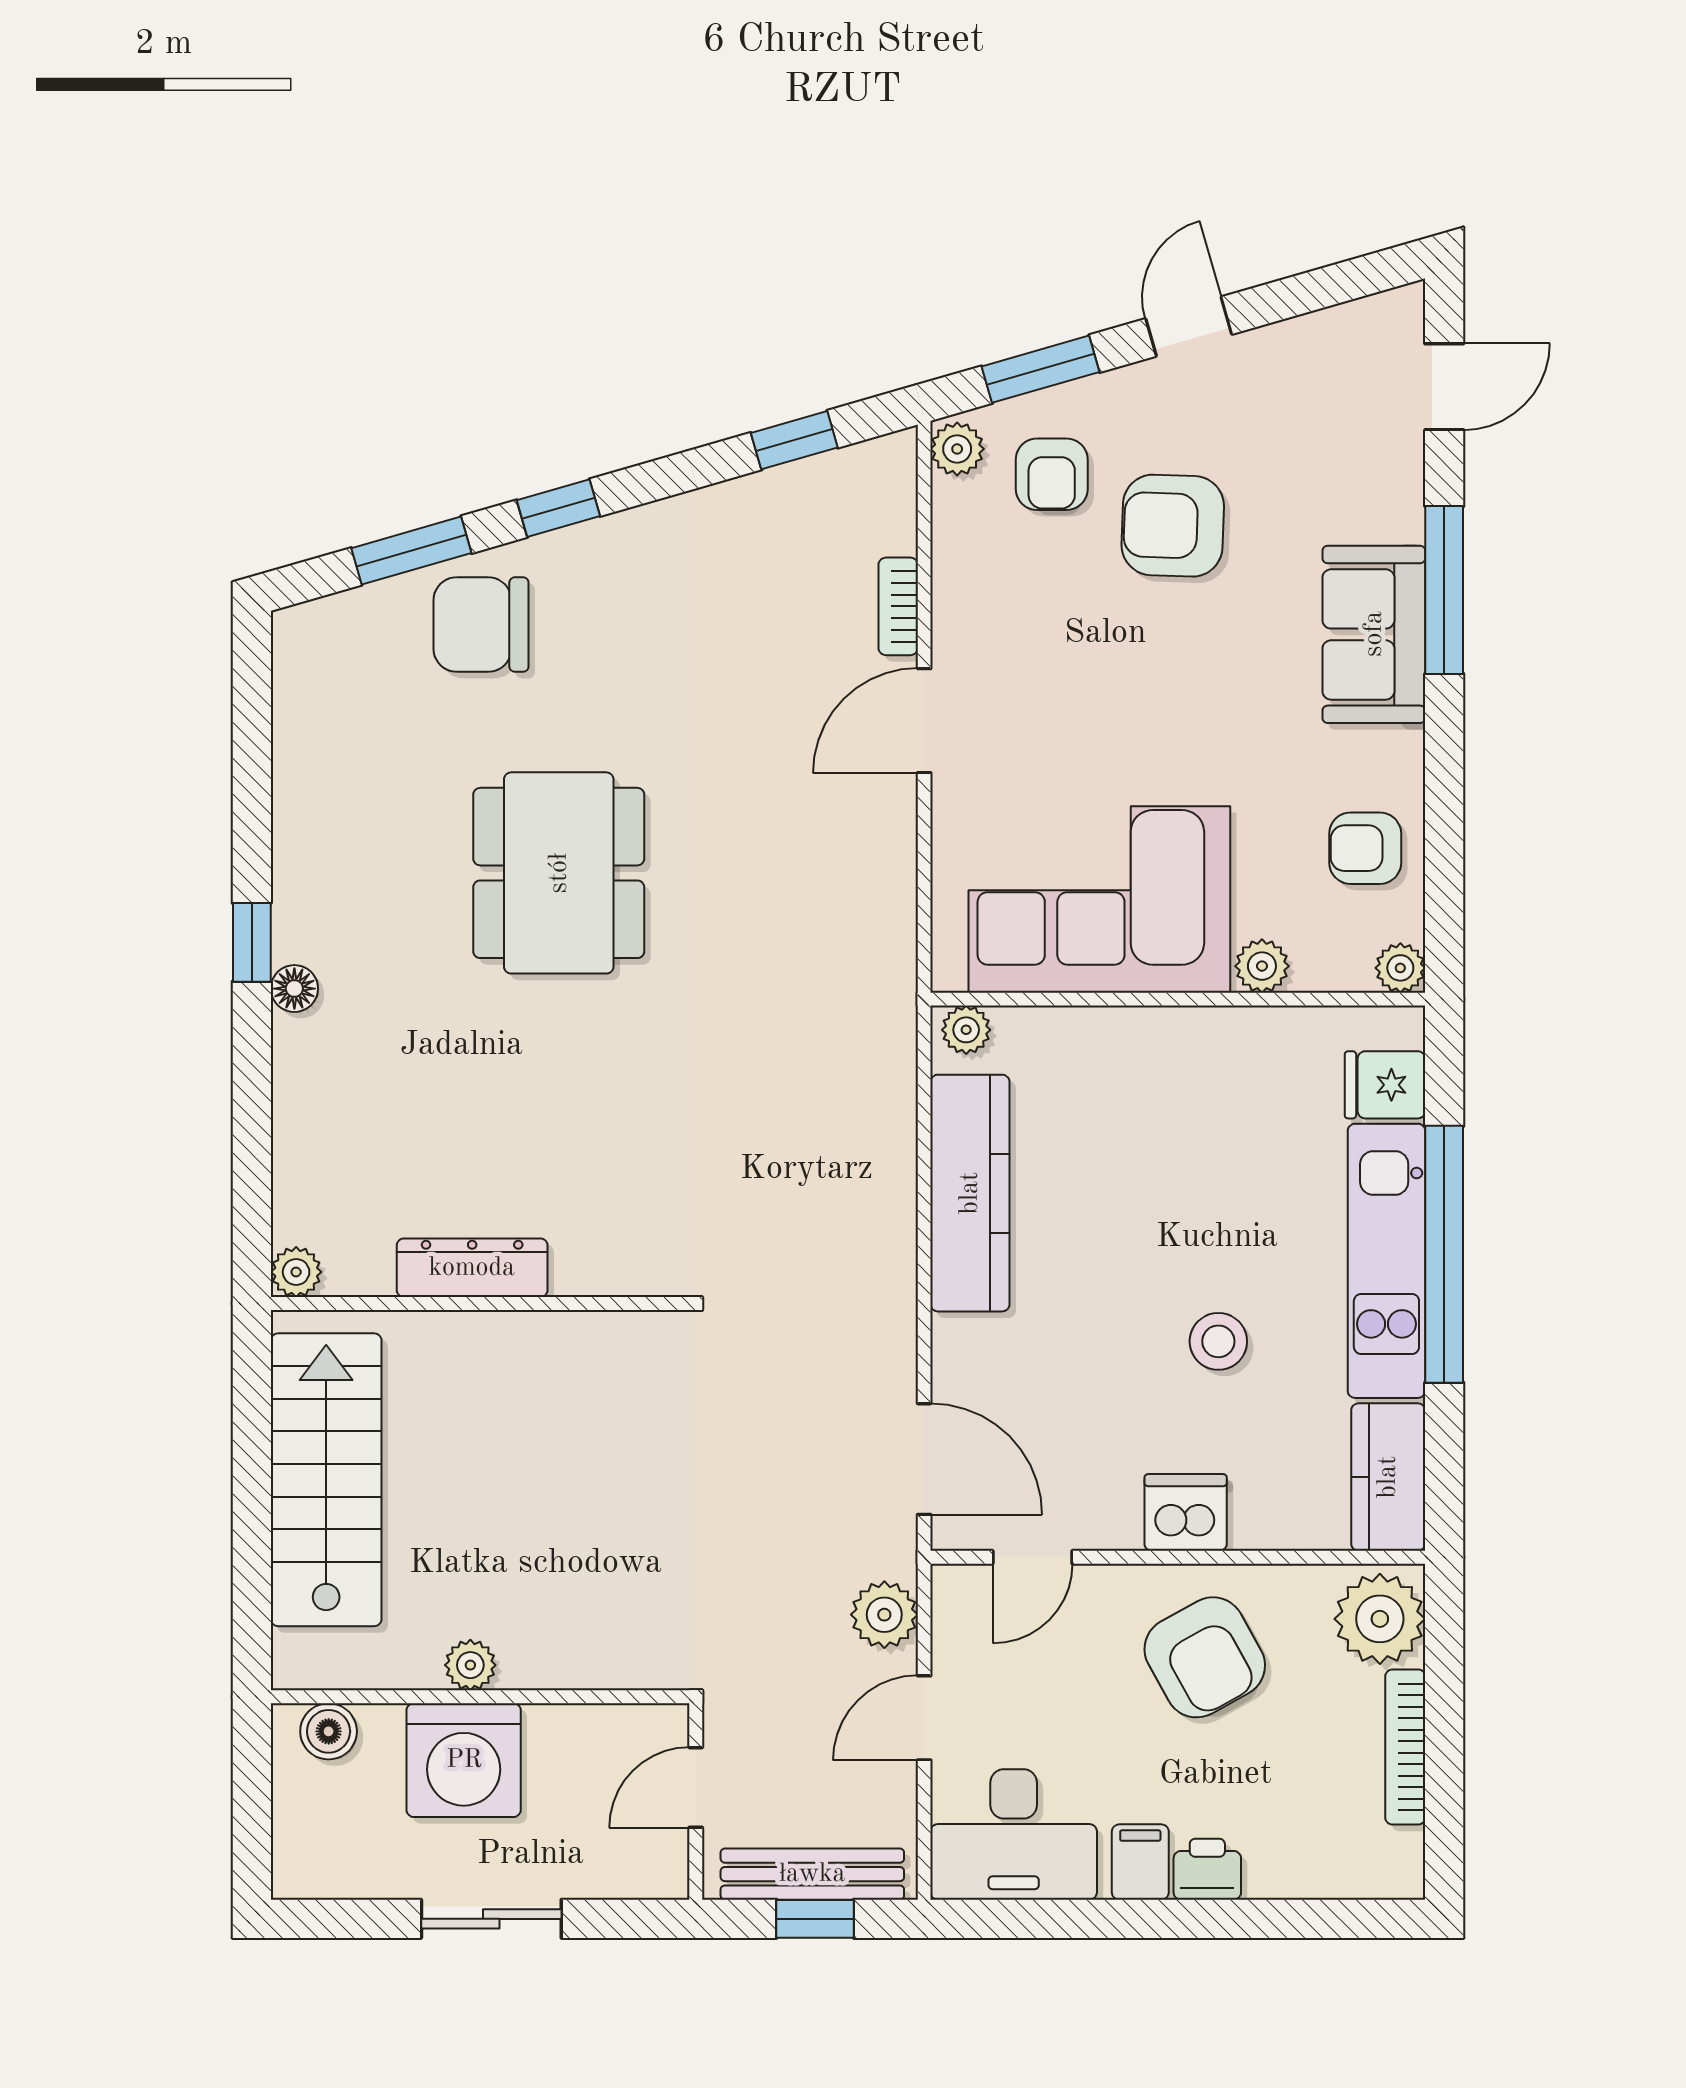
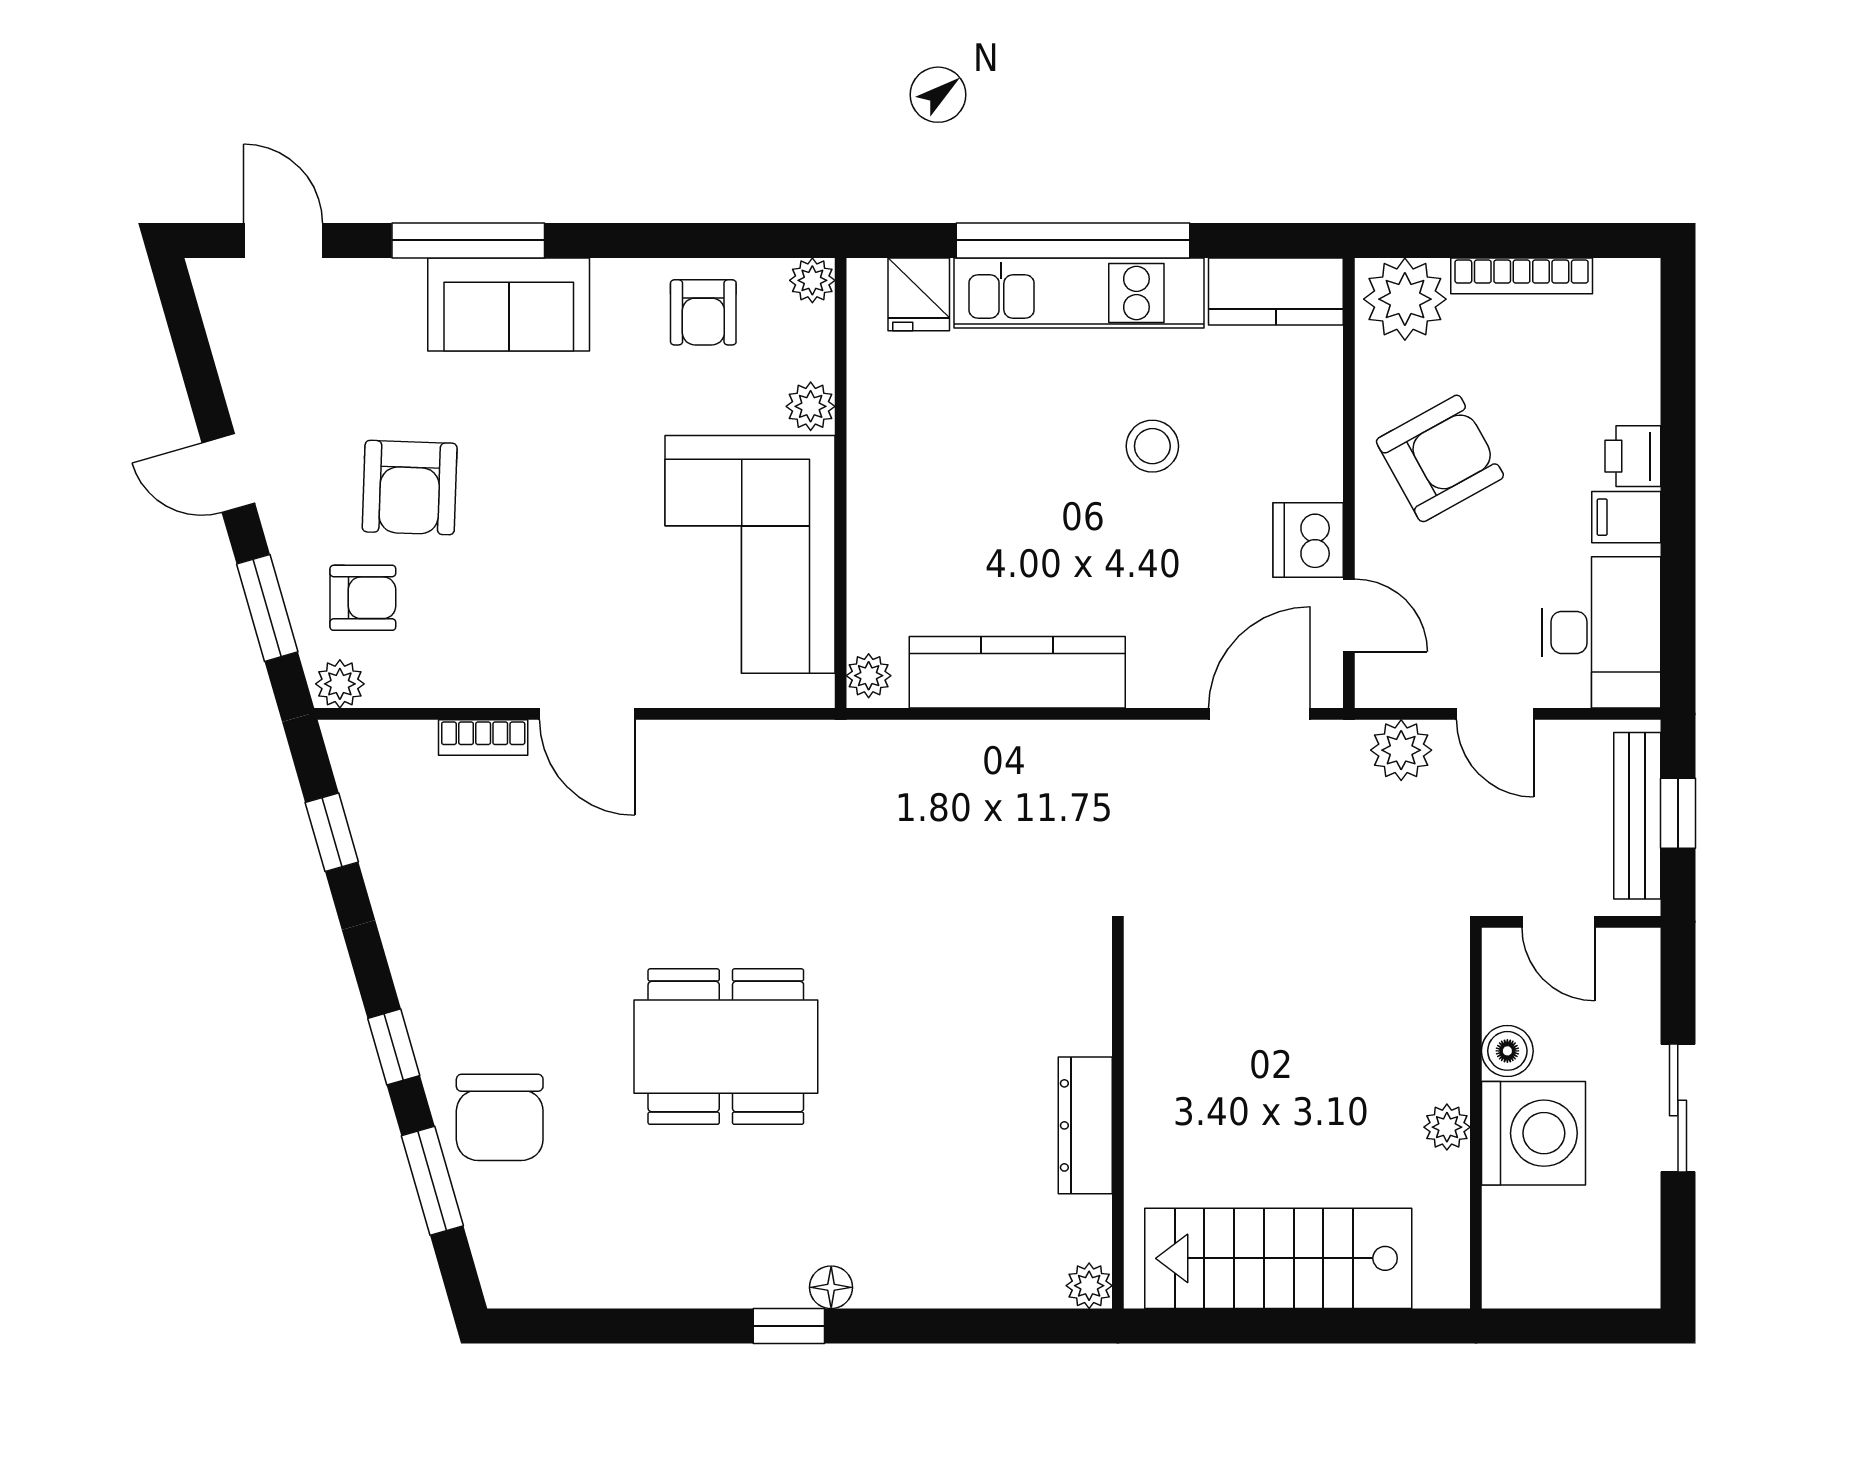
dishwasher: (1186, 1512) -> (1308, 540), moved
boiler: (329, 1731) -> (1507, 1051), moved

